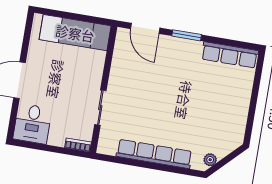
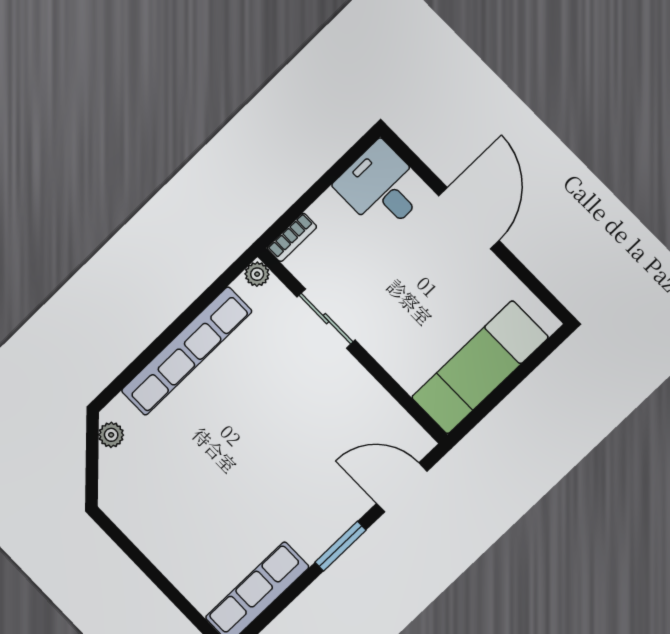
plant: (103, 148) -> (257, 274), added

